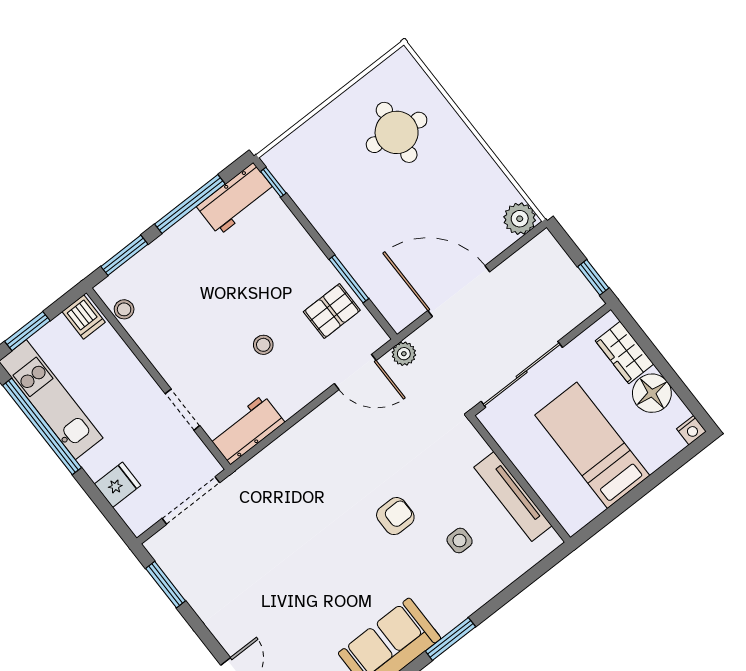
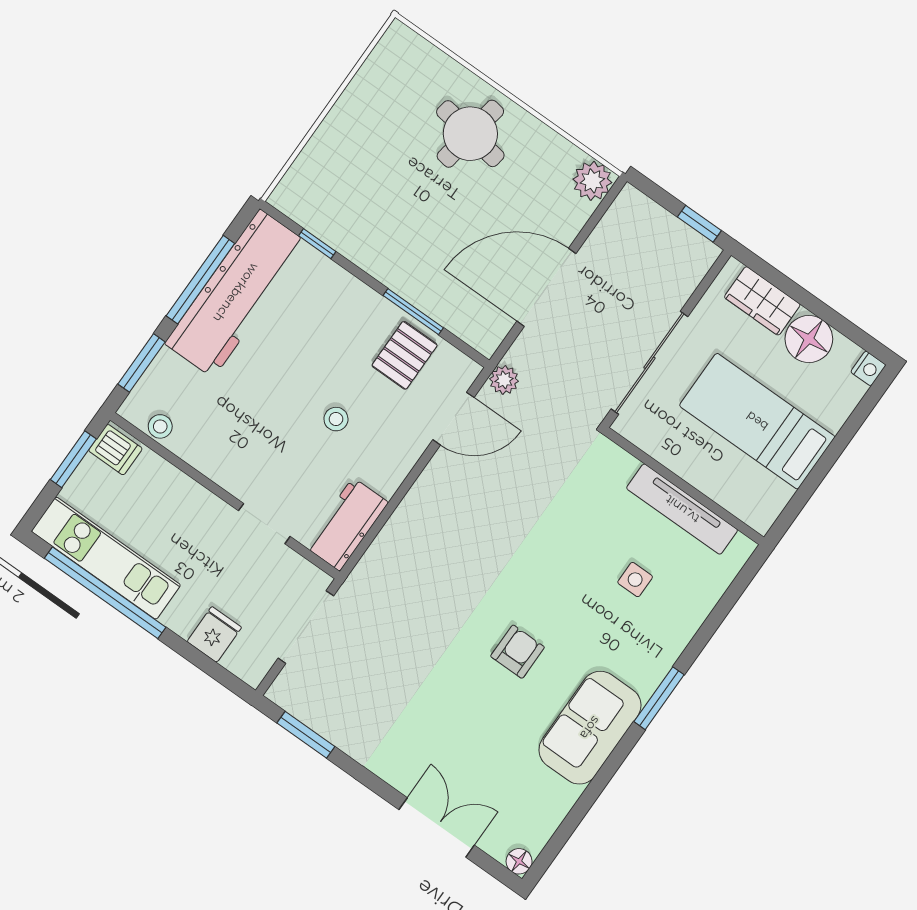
round table: (397, 132) -> (470, 134), moved
window: (273, 182) -> (317, 244), moved
workbench: (236, 199) -> (236, 293), width x1.87, depth x1.32
window: (27, 331) -> (73, 459), moved
armchair: (395, 516) -> (518, 652), moved

